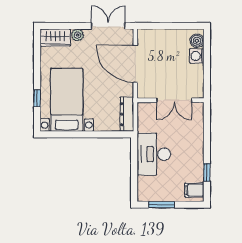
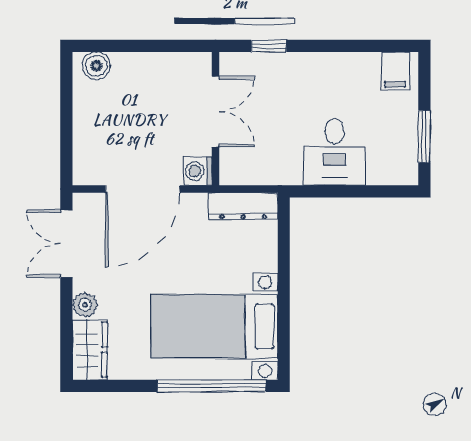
washing machine: (197, 56) -> (198, 171), moved, turned 90
window: (37, 98) -> (212, 386), width x3.17
desk: (154, 154) -> (335, 152), width x0.73
window: (207, 172) -> (269, 46), moved

